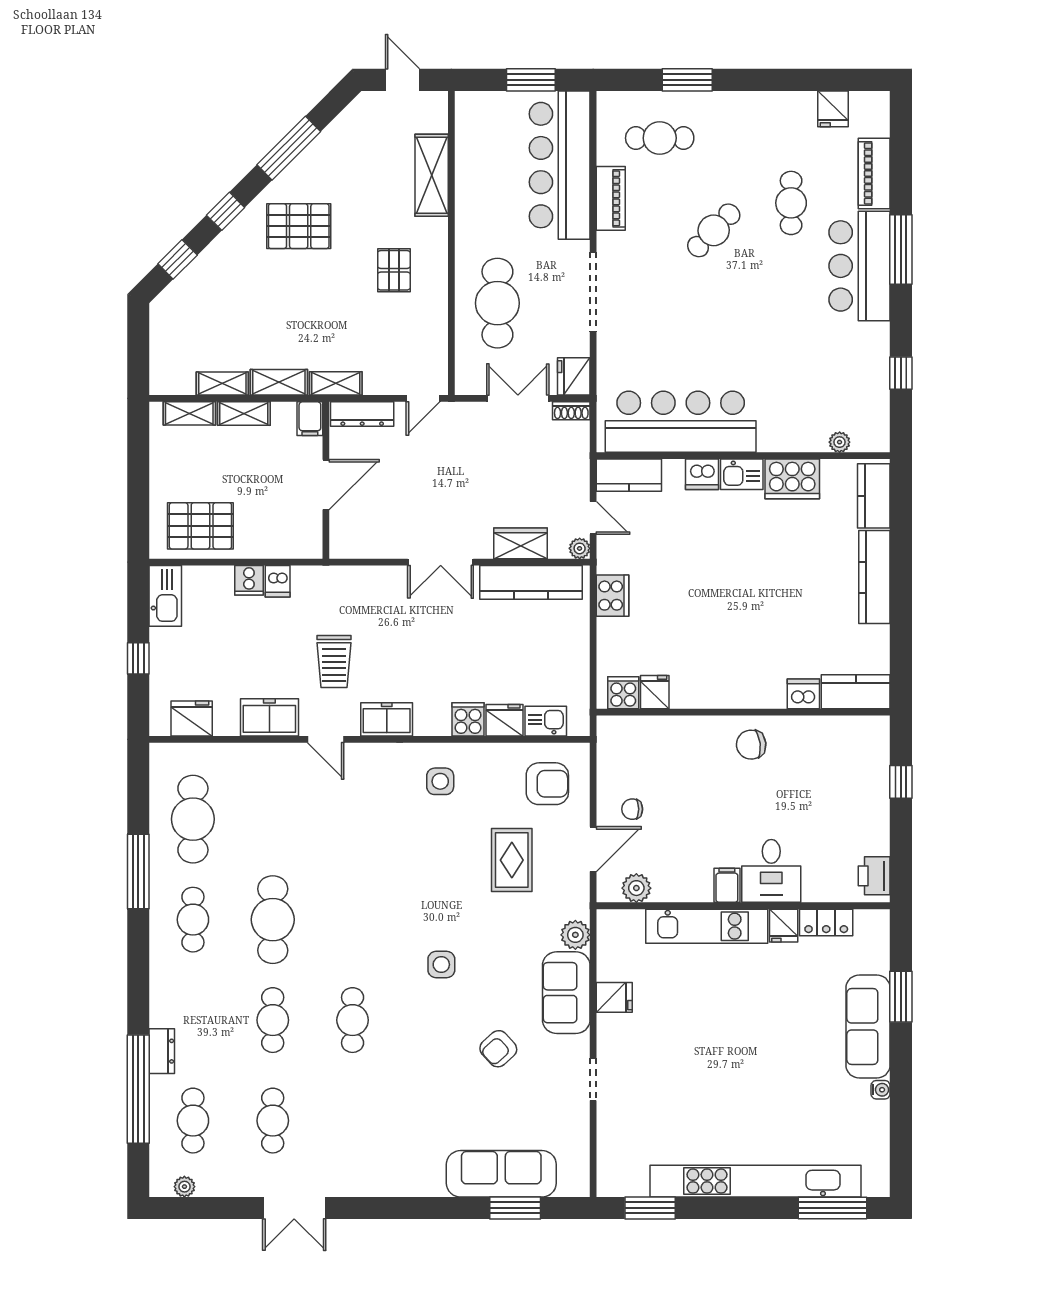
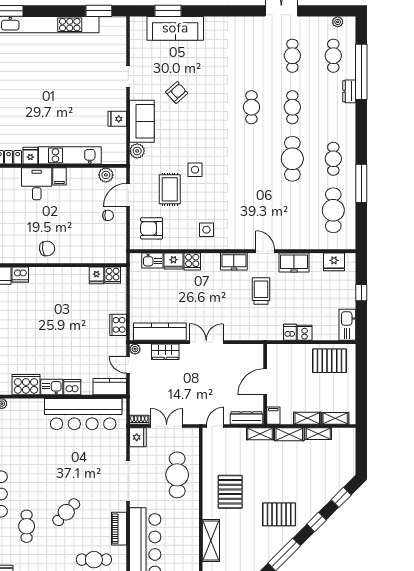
pallet: (394, 270) -> (230, 492), width x1.50, depth x1.42
double door: (518, 398) -> (167, 426), swing flipped
side table: (441, 965) -> (195, 170), moved

